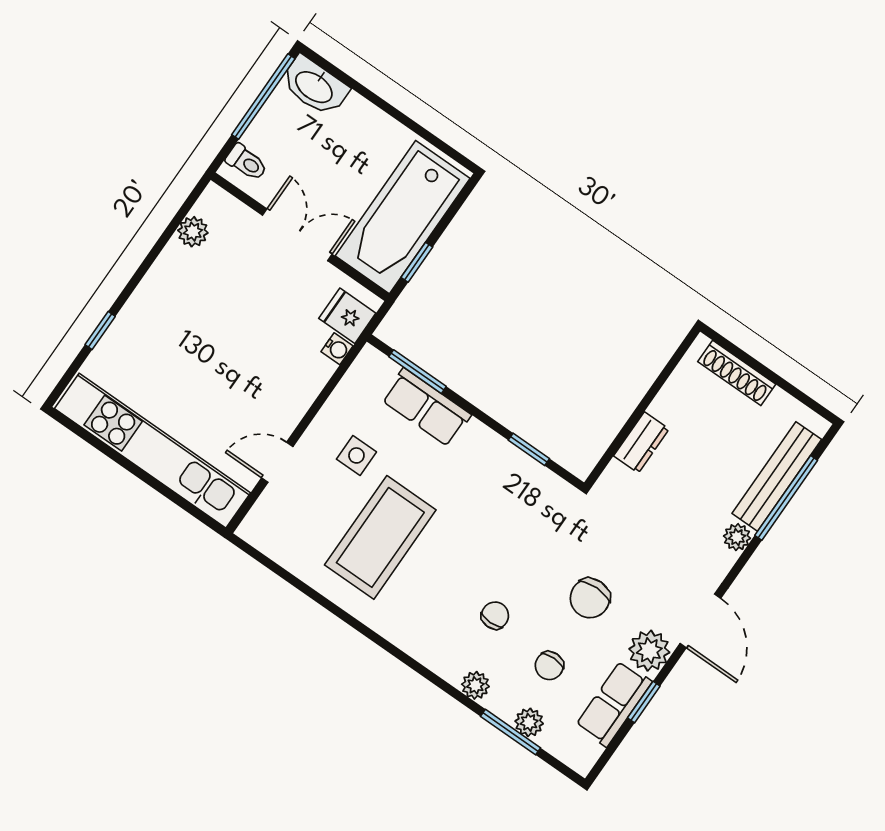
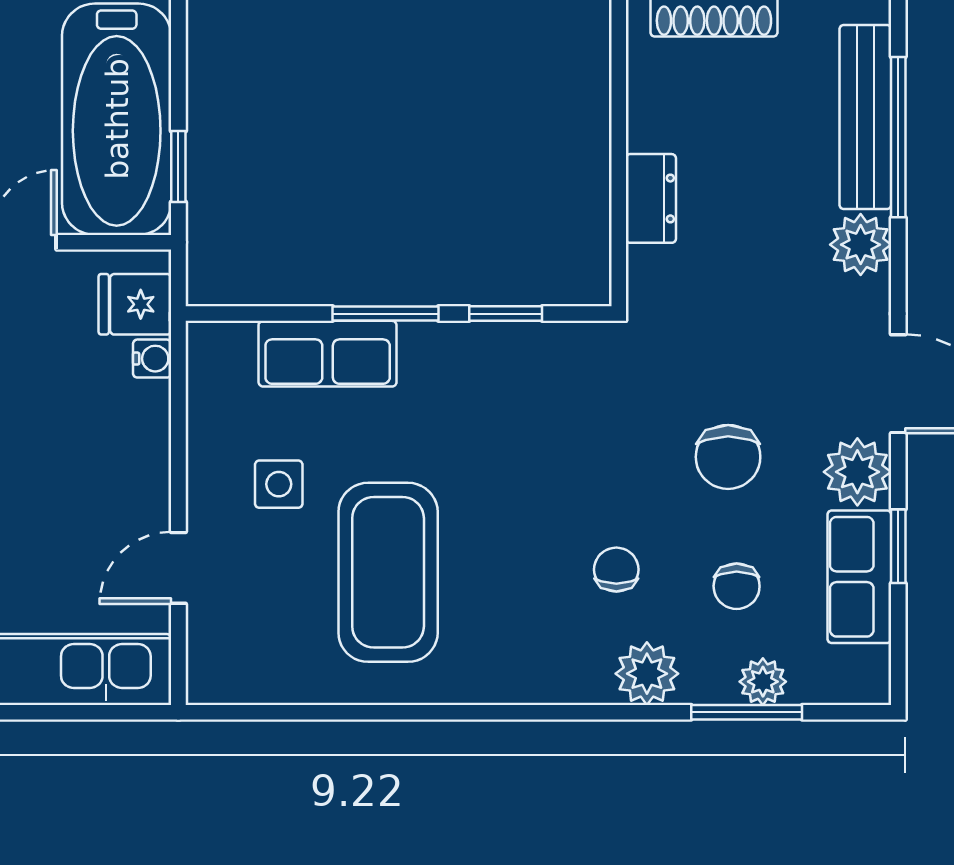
window: (417, 372) -> (385, 314), moved
plant: (737, 537) -> (861, 245), width x1.38, depth x1.38
plant: (475, 685) -> (647, 674), width x1.38, depth x1.38

